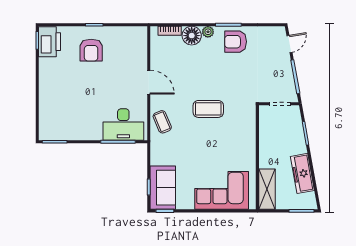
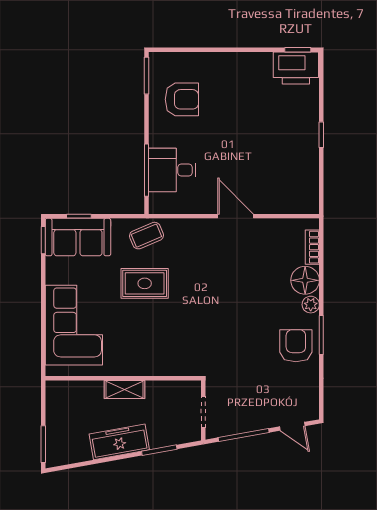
armchair: (91, 50) -> (182, 99), moved, turned 180
door: (149, 82) -> (235, 216), swing flipped
coffee table: (208, 109) -> (196, 305), removed
coffee table: (162, 122) -> (146, 236), moved
desk: (123, 125) -> (172, 170), width x0.73
rug: (194, 143) -> (145, 283), added
freezer: (302, 173) -> (119, 442), moved
shelving: (267, 189) -> (125, 390), moved, width x0.67, depth x0.75

